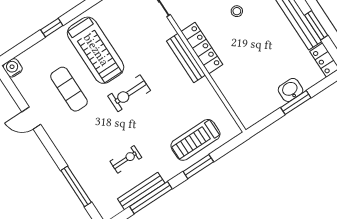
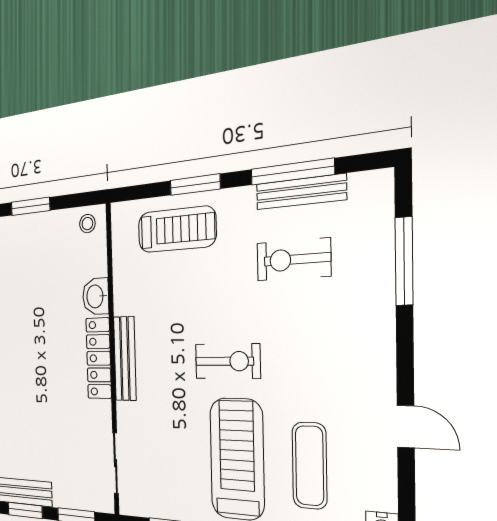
stool: (237, 11) -> (87, 224), moved
exercise mat: (69, 89) -> (310, 466), moved
washbasin: (291, 90) -> (96, 296), moved, turned 90
exercise bike: (126, 159) -> (293, 260), width x1.38, depth x1.39

